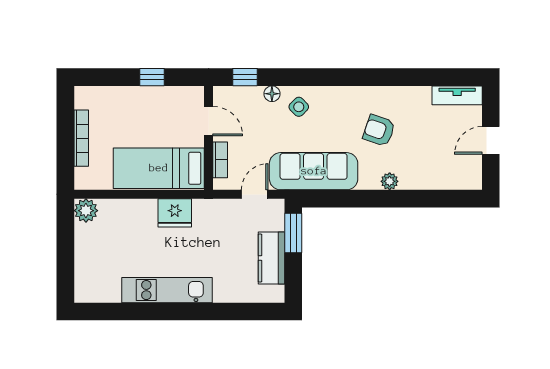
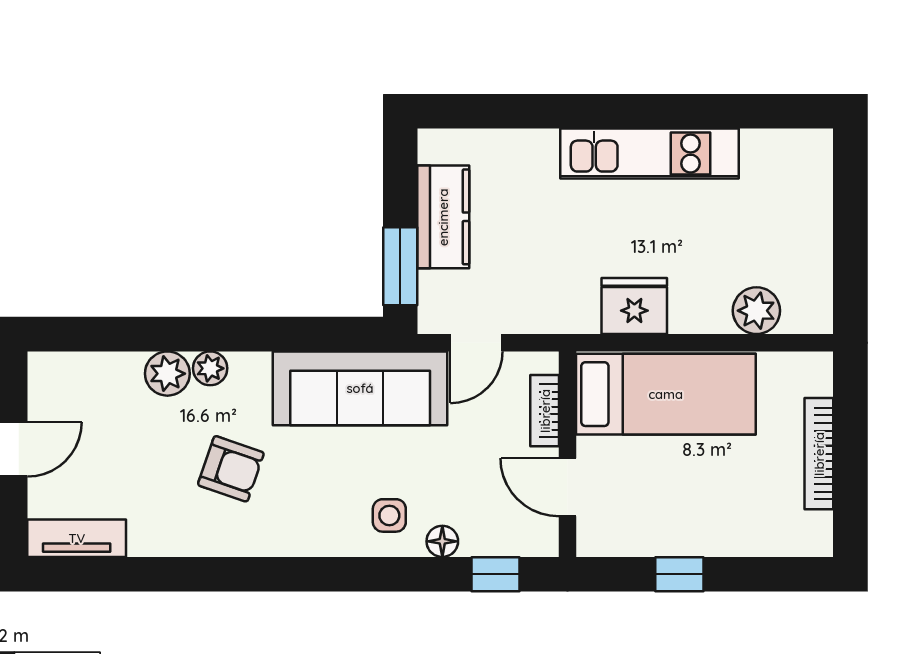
side table: (299, 107) -> (389, 515), turned 45
plant: (411, 179) -> (167, 374), added
plant: (86, 211) -> (756, 311), moved

